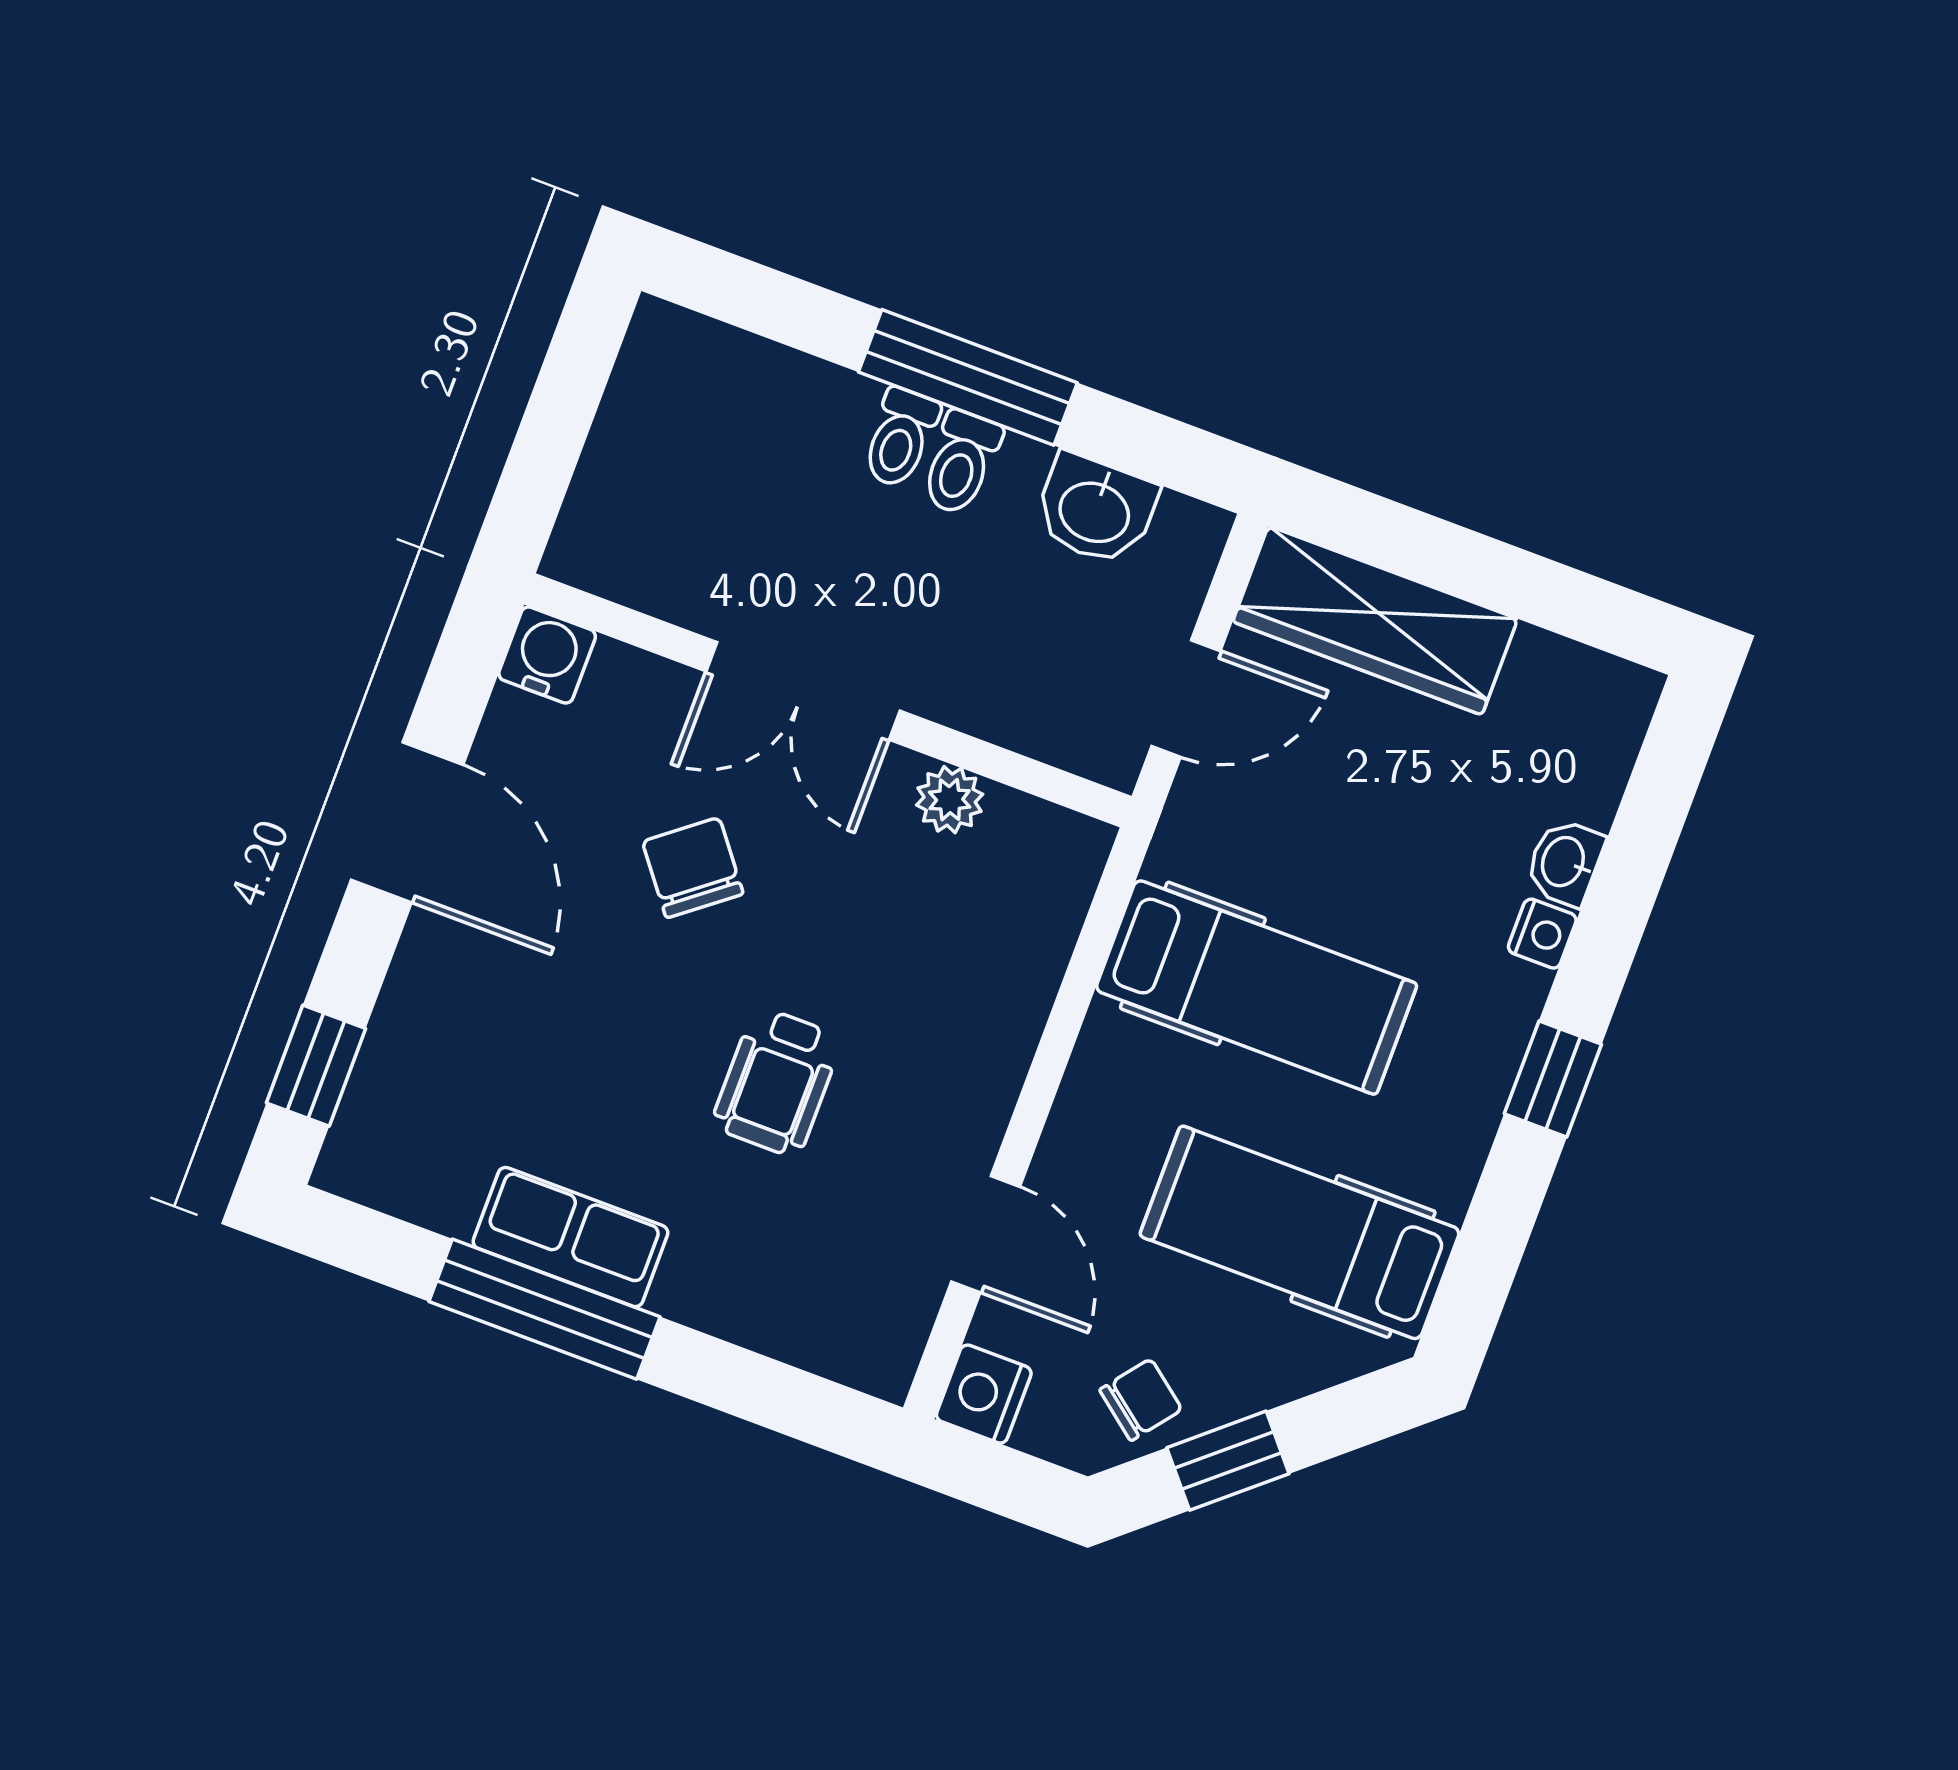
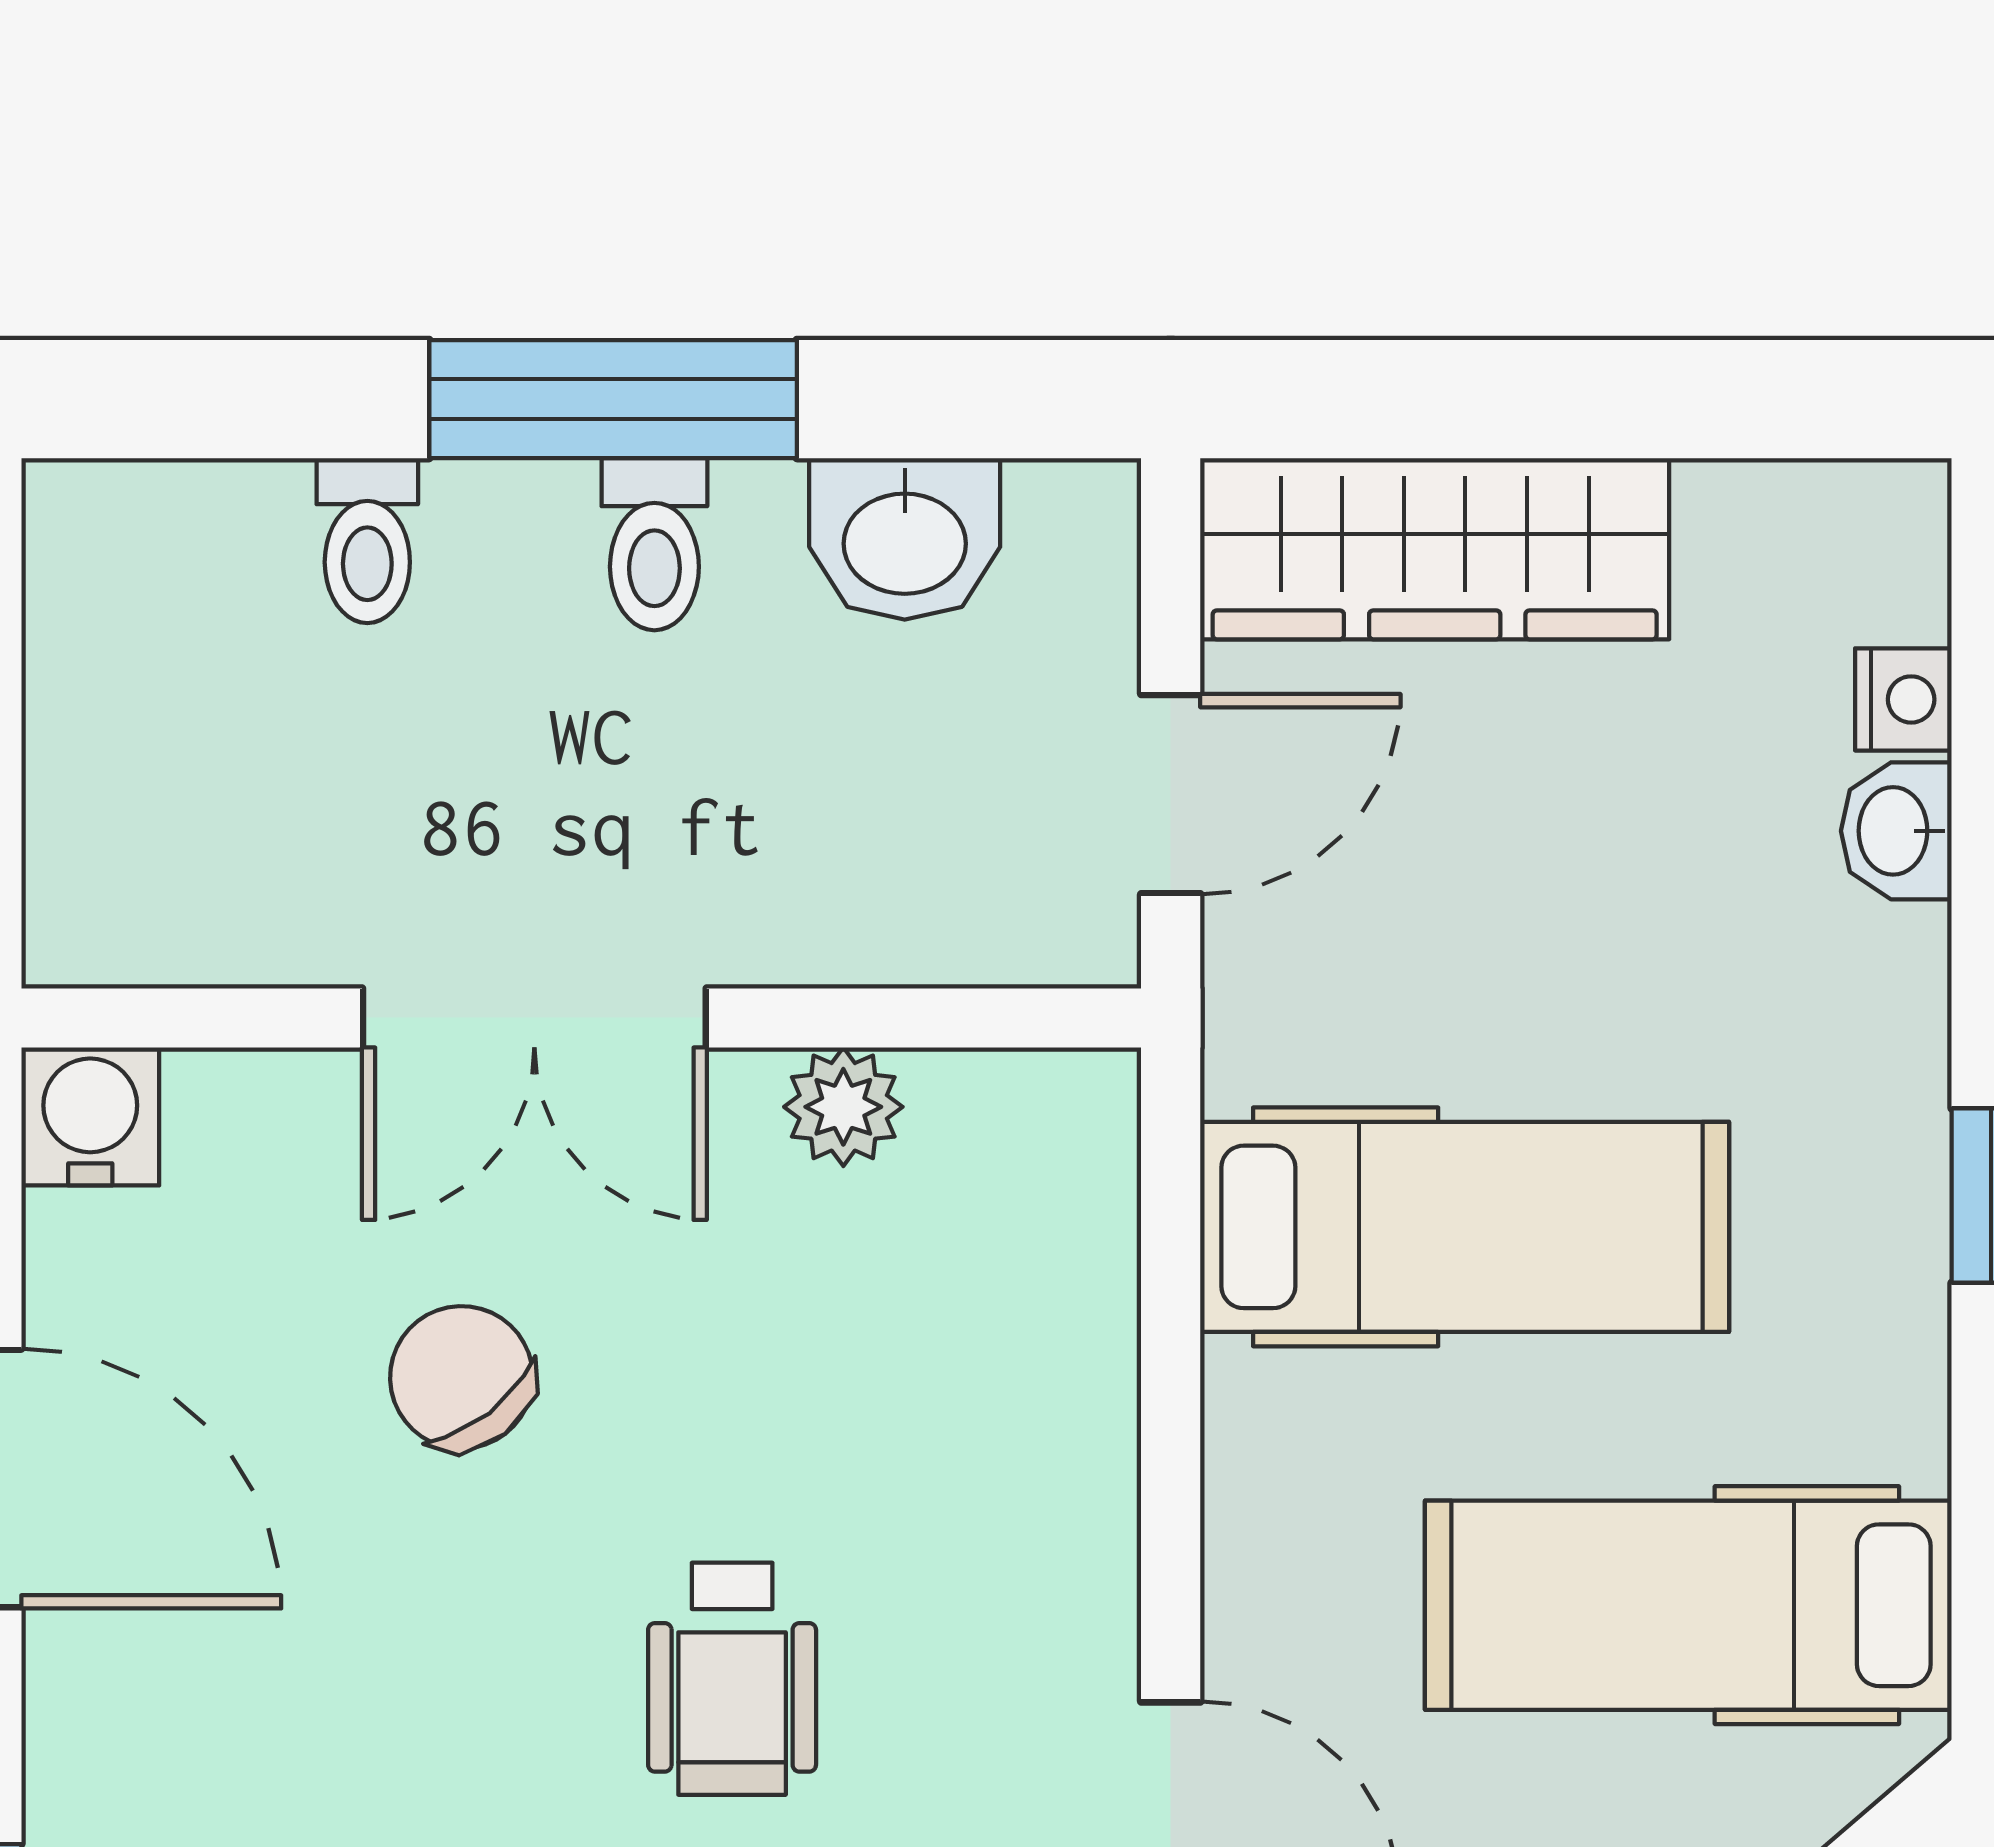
toilet: (900, 438) -> (367, 541), moved
nightstand: (1542, 934) -> (1903, 699), moved

